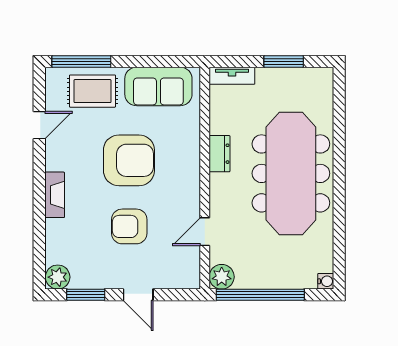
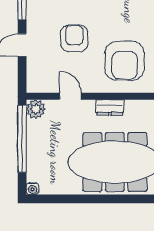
dresser: (220, 154) -> (110, 107), moved
armchair: (129, 160) -> (124, 61), moved

